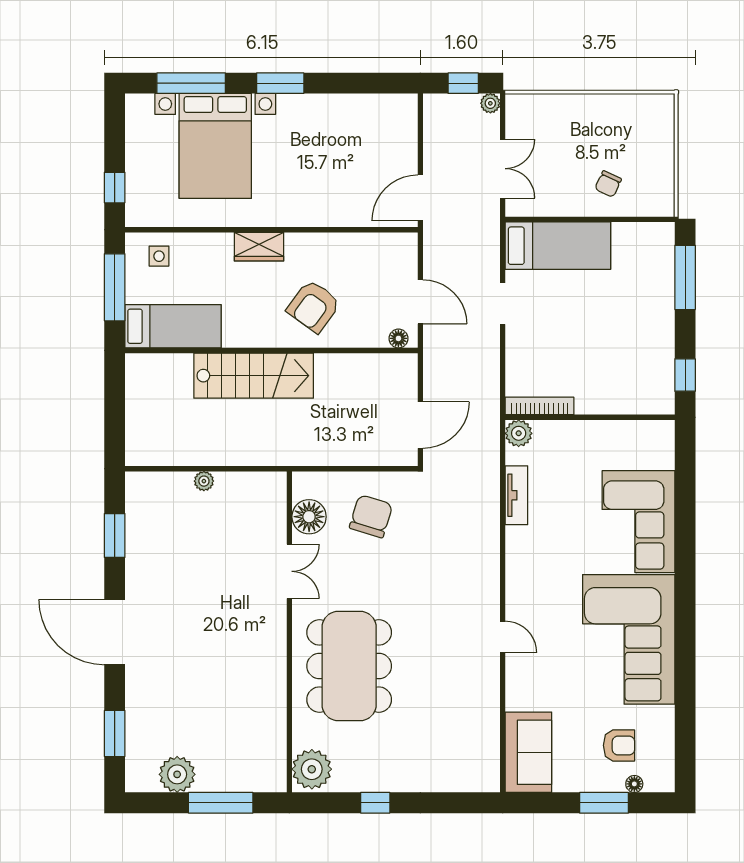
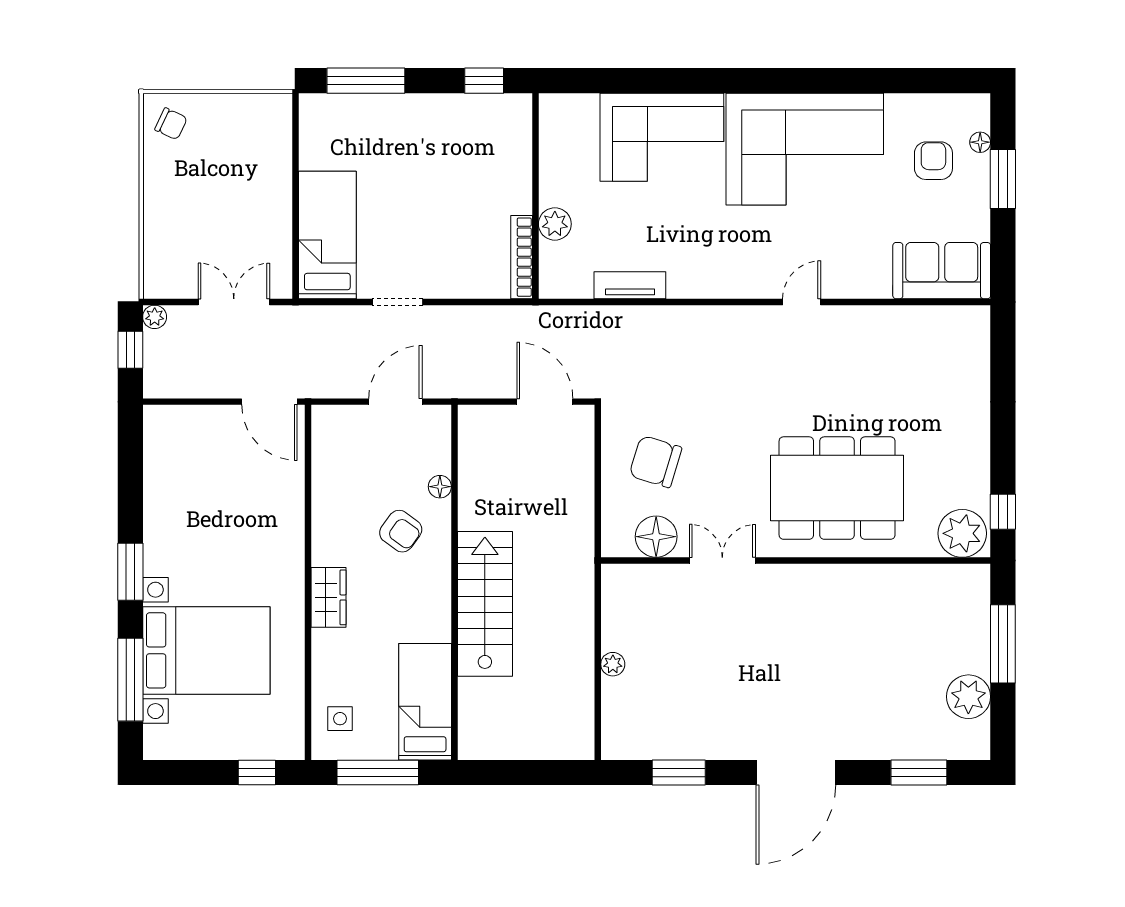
chair: (608, 184) -> (171, 124), moved
armchair: (314, 306) -> (401, 531), width x0.72, depth x0.72
floor lamp: (398, 338) -> (440, 487), moved
plant: (519, 433) -> (555, 224), moved
window: (375, 803) -> (1003, 512), moved

